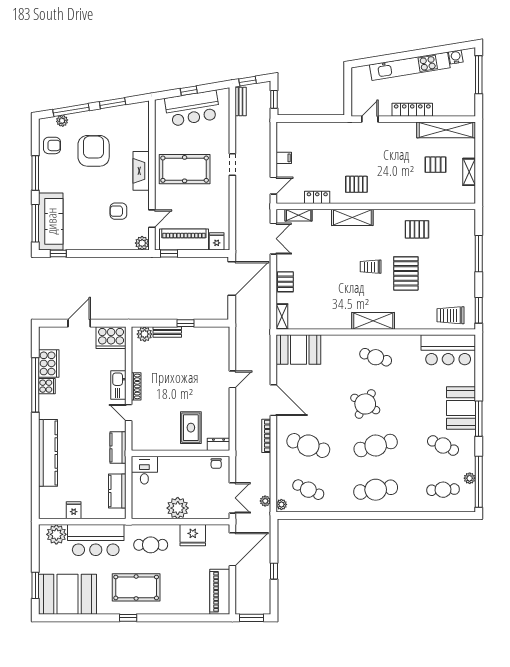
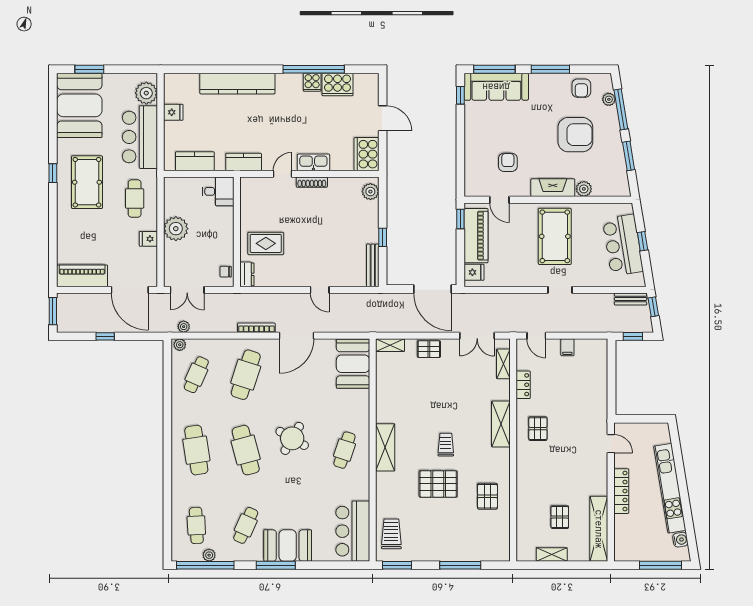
plant: (142, 243) -> (584, 189), moved
bench: (167, 332) -> (373, 265), moved, width x1.36
fridge: (193, 535) -> (148, 239), width x0.53, depth x0.75

